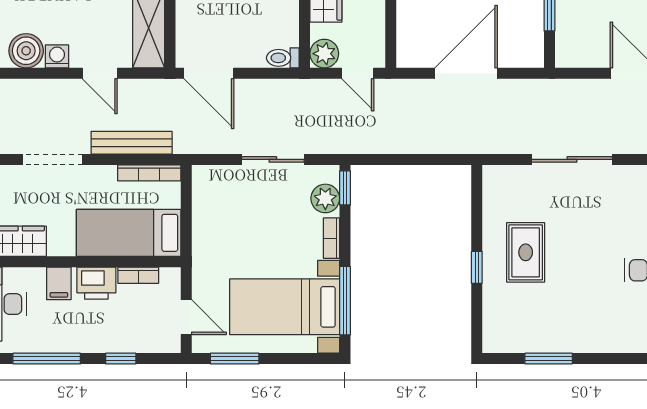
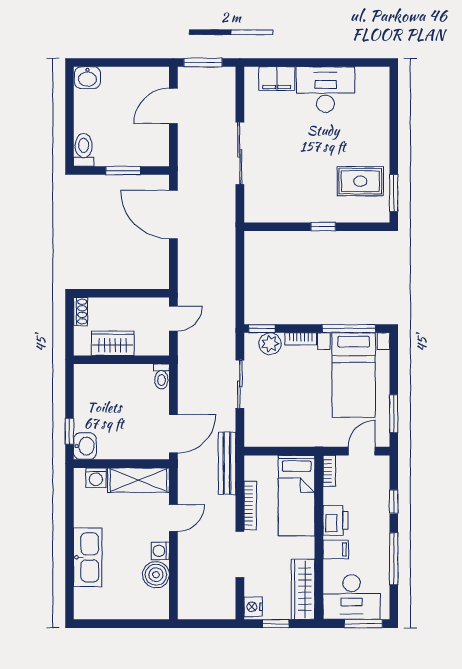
plant: (324, 54) -> (158, 344), removed
door: (466, 73) -> (173, 215), moved
bench: (132, 143) -> (227, 463), moved
bookcase: (149, 173) -> (250, 505), moved
rug: (526, 252) -> (360, 181), moved
bookcase: (138, 275) -> (329, 471), moved
window: (549, 359) -> (394, 193), moved

